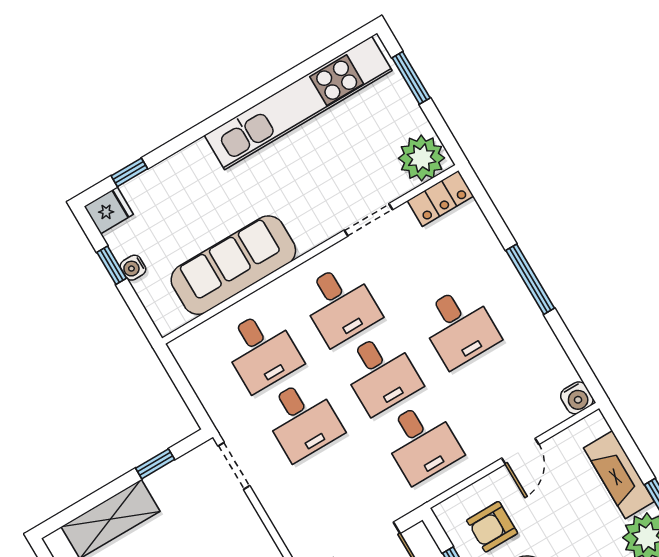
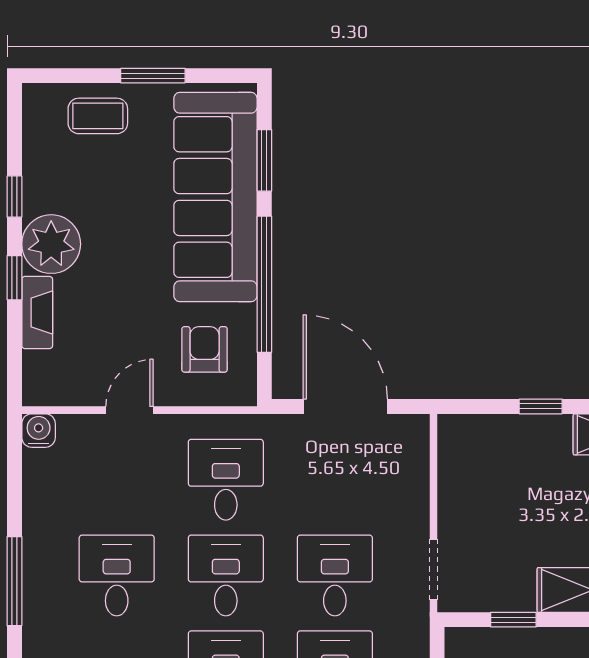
fireplace: (619, 475) -> (37, 312), width x0.73, depth x0.76
armchair: (492, 527) -> (205, 349), turned -90

